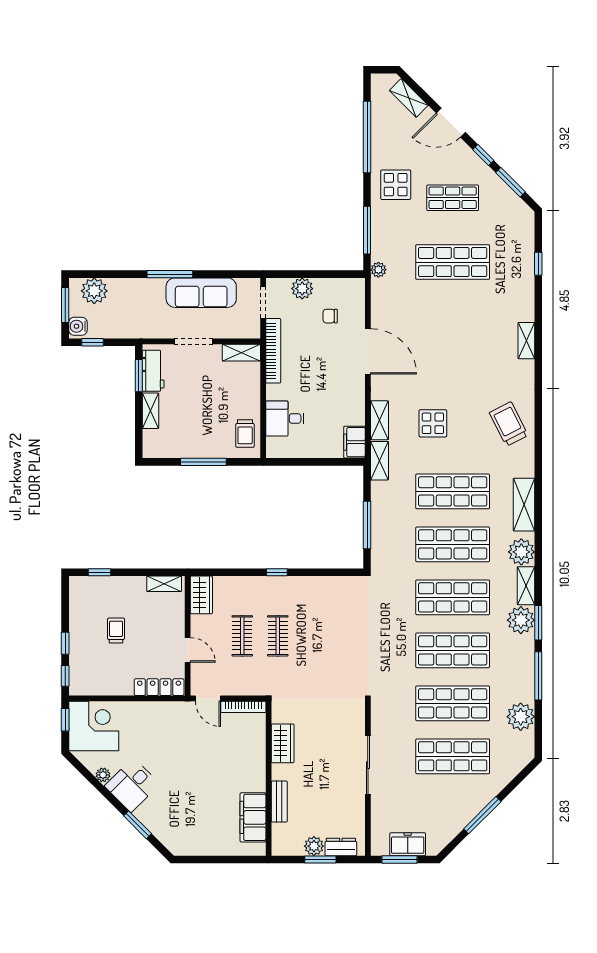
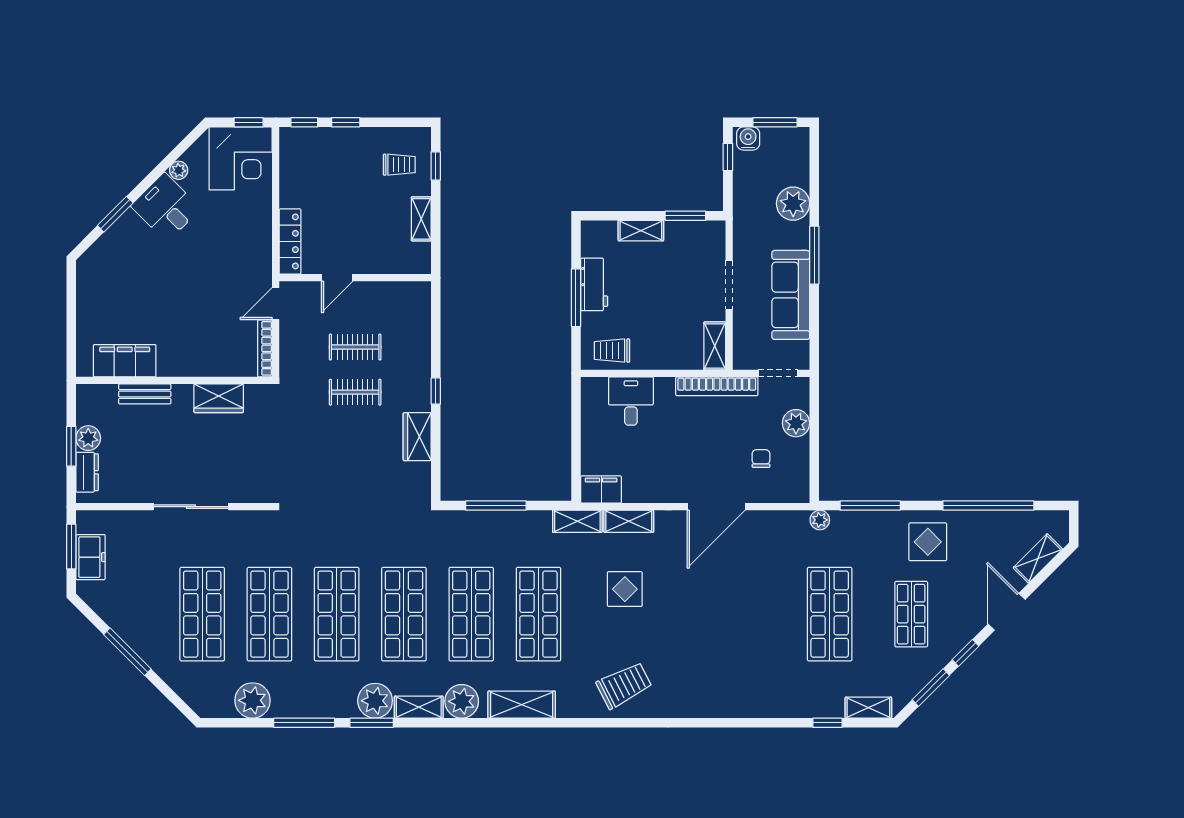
plant: (94, 291) -> (793, 204), moved
shelving: (526, 341) -> (868, 708), moved
workbench: (153, 371) -> (594, 284), moved, turned -90
shelving: (164, 584) -> (421, 219), moved
wardrobe: (201, 595) -> (417, 437), moved, turned 90
trolley: (116, 631) -> (399, 165), moved

